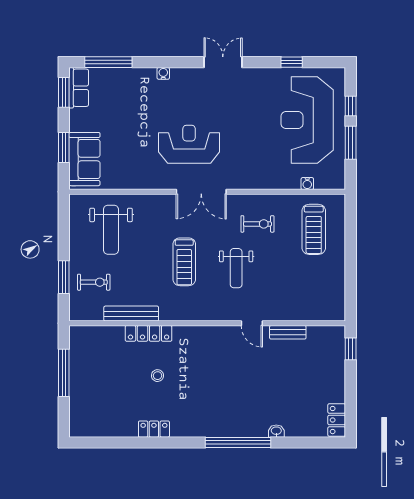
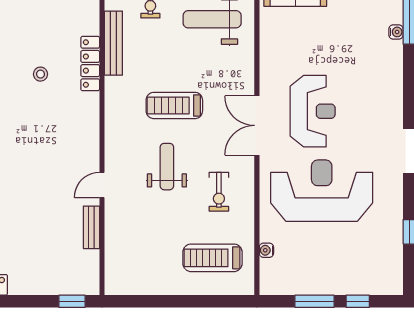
water cooler: (163, 73) -> (396, 32), moved
reception desk: (307, 120) -> (322, 191), moved
weight bench: (236, 268) -> (167, 167), turned 90

